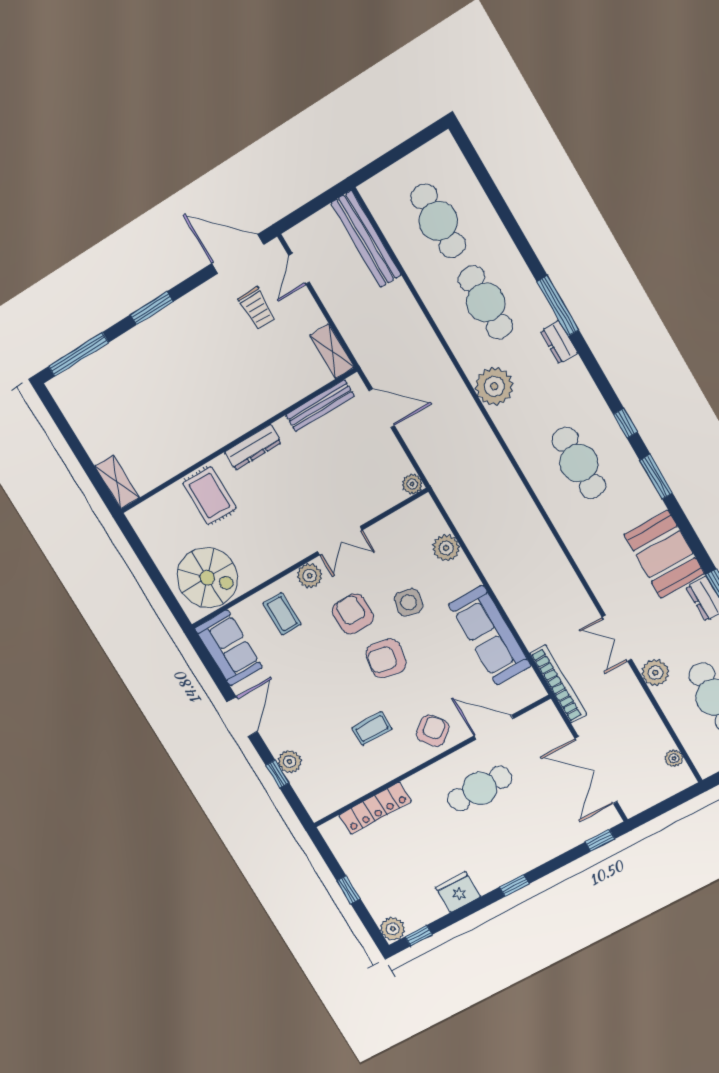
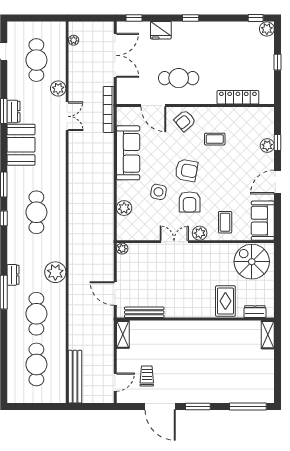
door: (238, 254) -> (160, 407), moved
dresser: (253, 447) -> (255, 312), moved, width x0.70
fridge: (458, 892) -> (161, 30), moved

